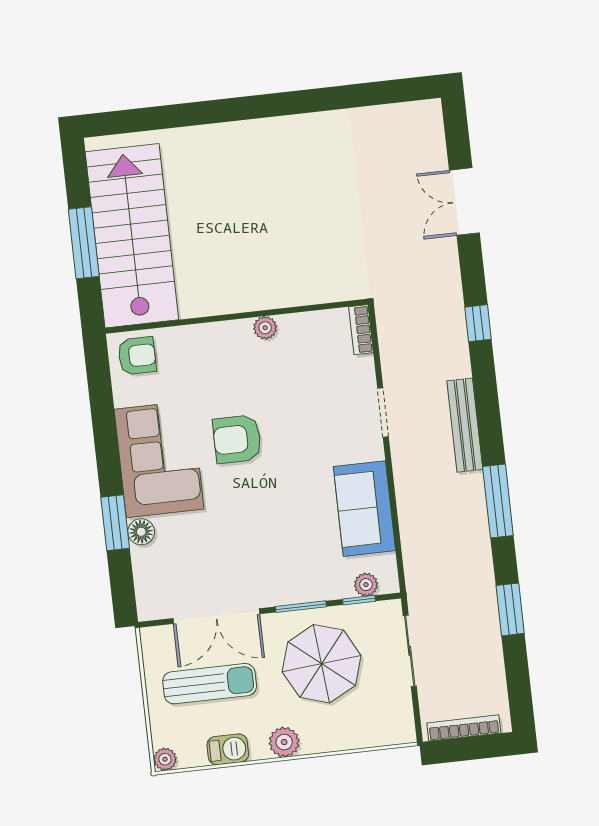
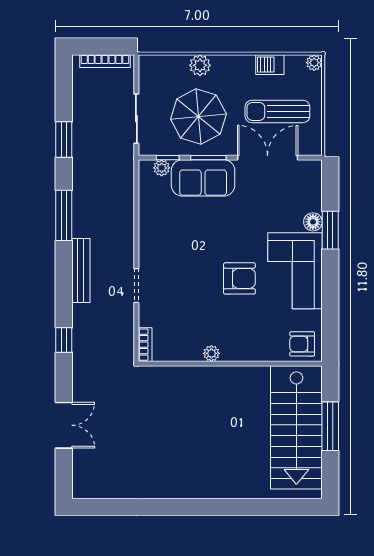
sofa: (364, 509) -> (203, 178), moved, turned 90
plant: (284, 742) -> (200, 65), moved

